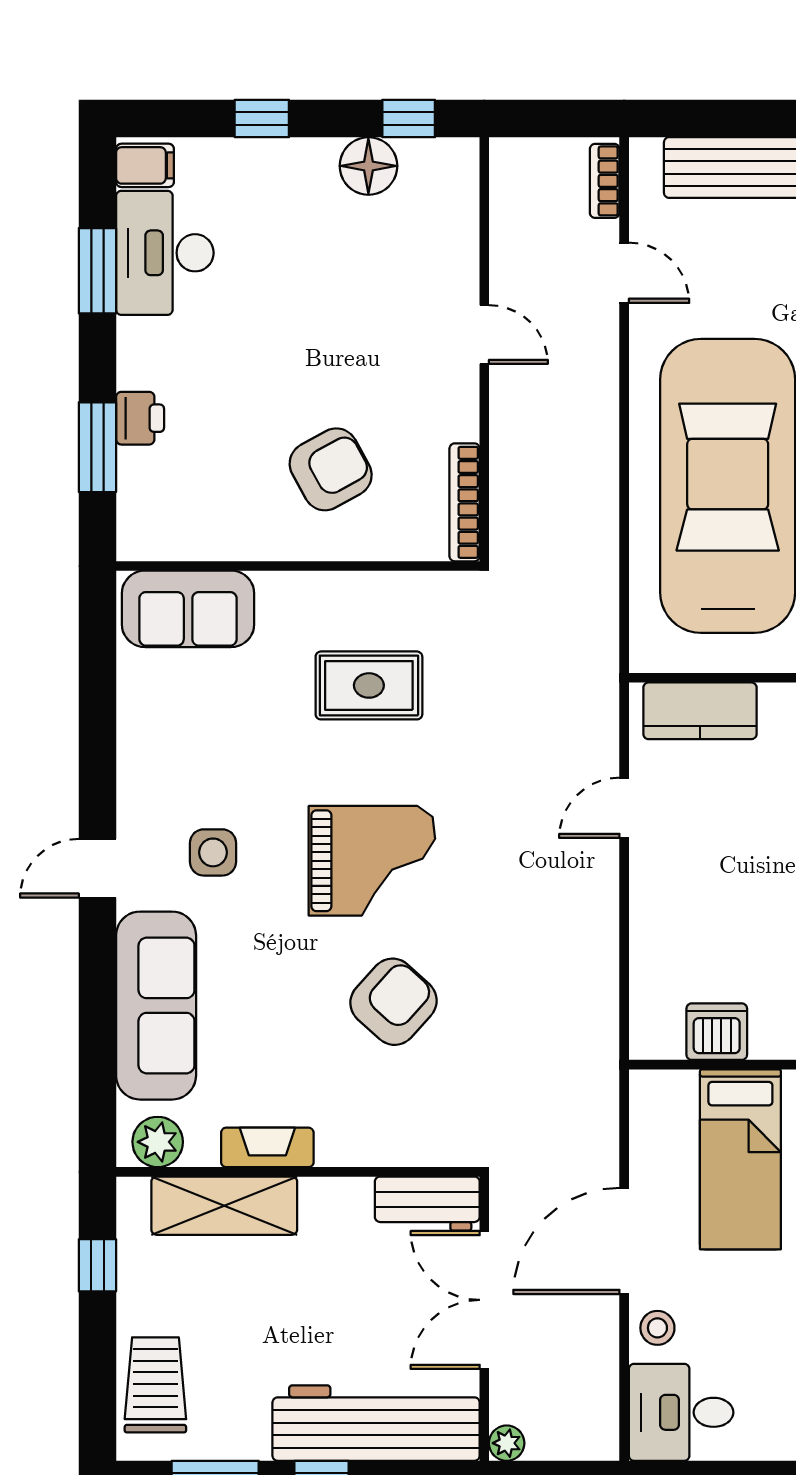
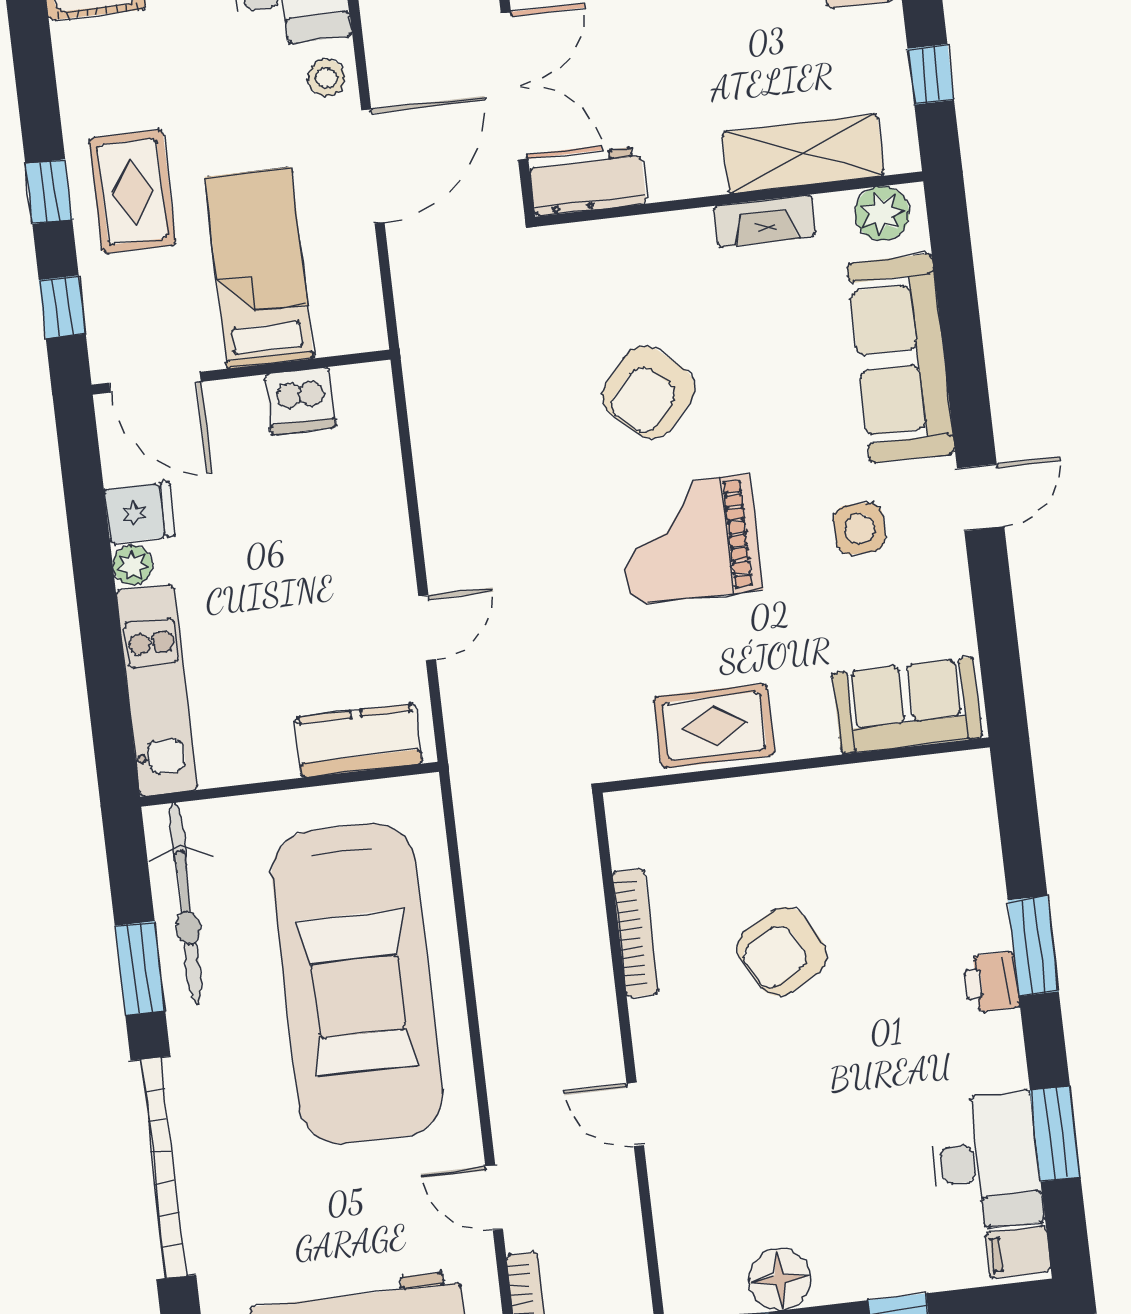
wall: (298, 566) -> (796, 765), moved
sofa: (188, 609) -> (907, 706), moved

